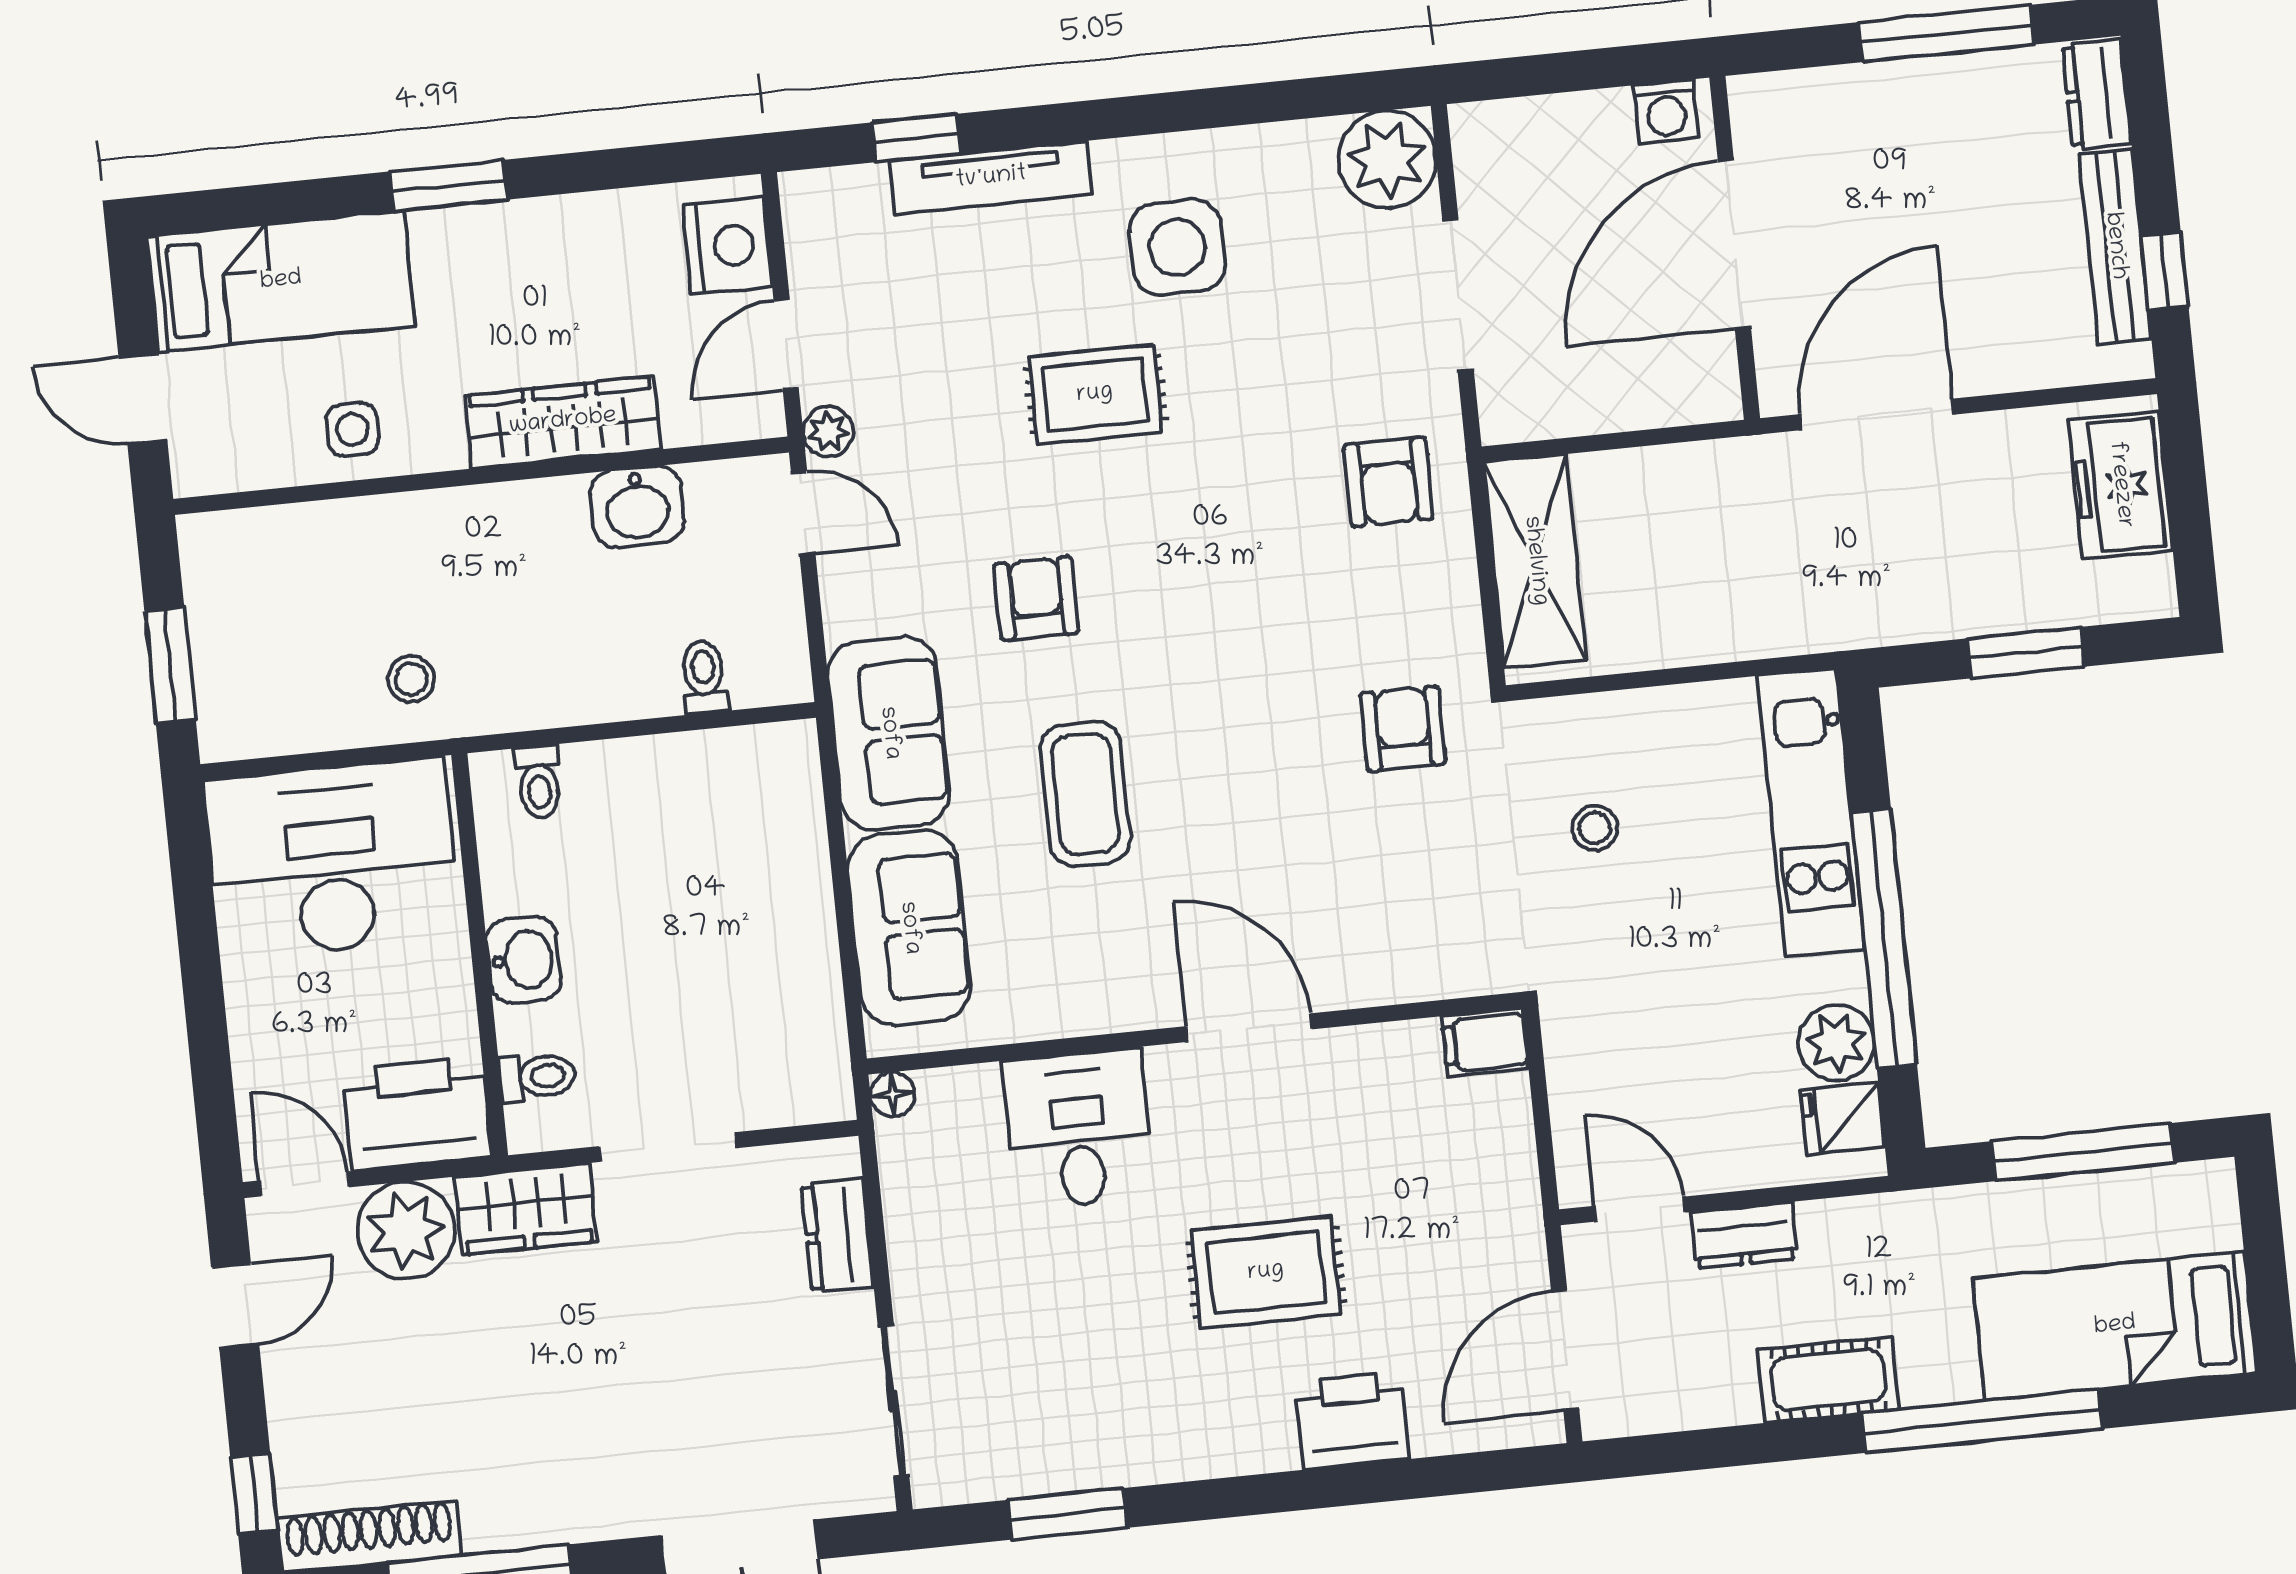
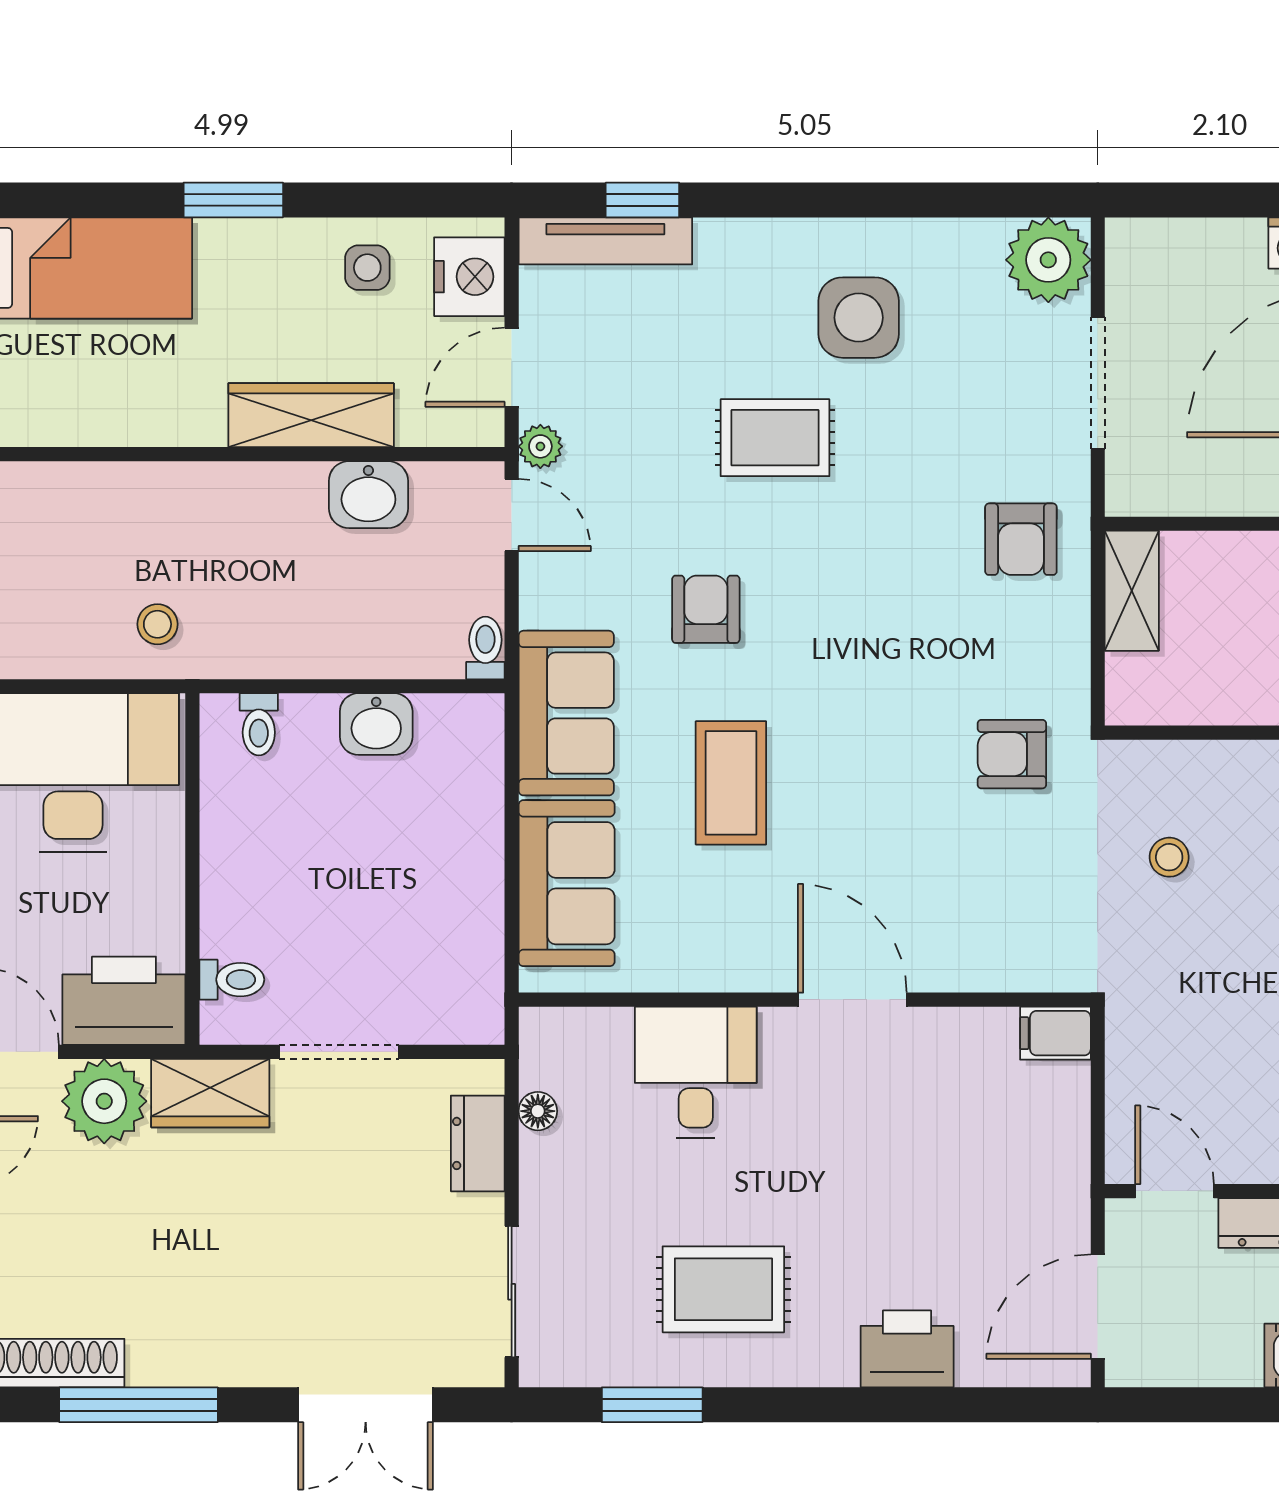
tv unit: (991, 178) -> (605, 241), moved
side table: (352, 429) -> (367, 268), moved
shelving: (1535, 561) -> (1132, 591), width x0.67, depth x0.75
toilet: (704, 677) -> (485, 648), moved
armchair: (1403, 728) -> (1012, 754), turned -90
washbasin: (524, 960) -> (376, 724), moved, turned 90
floor lamp: (893, 1094) -> (538, 1111), moved
rug: (1266, 1272) -> (723, 1289), moved

